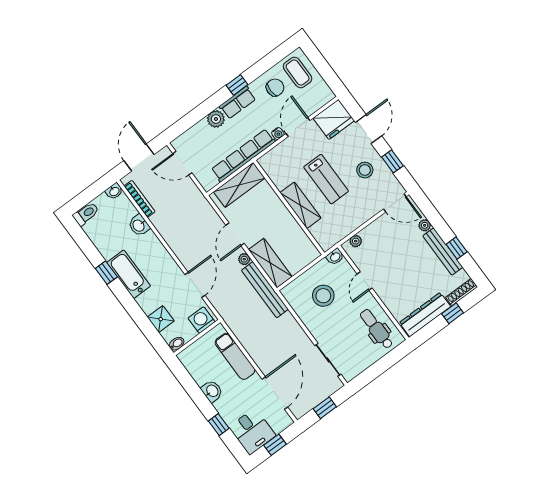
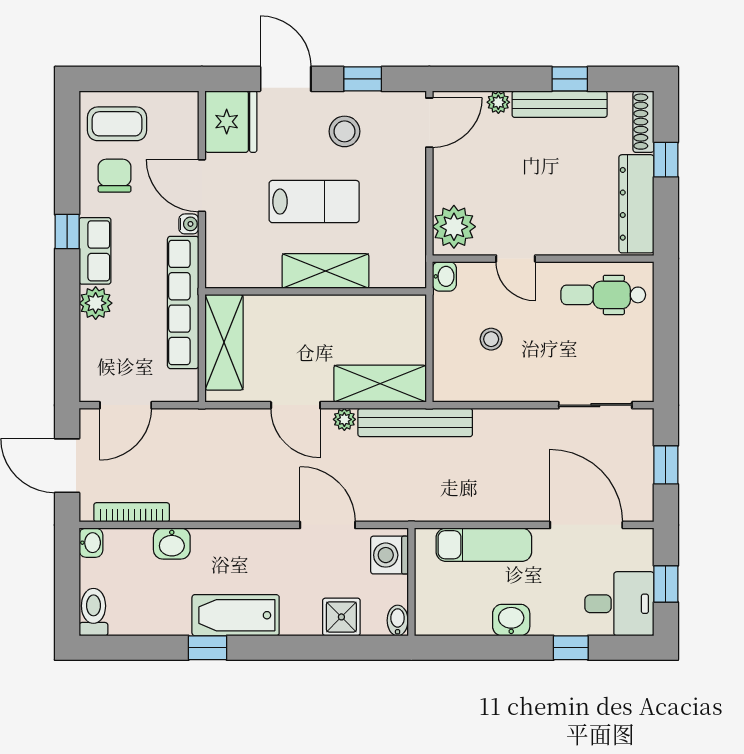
plant: (356, 241) -> (454, 227), width x1.88, depth x1.88
stool: (323, 296) -> (491, 339), width x0.53, depth x0.53

